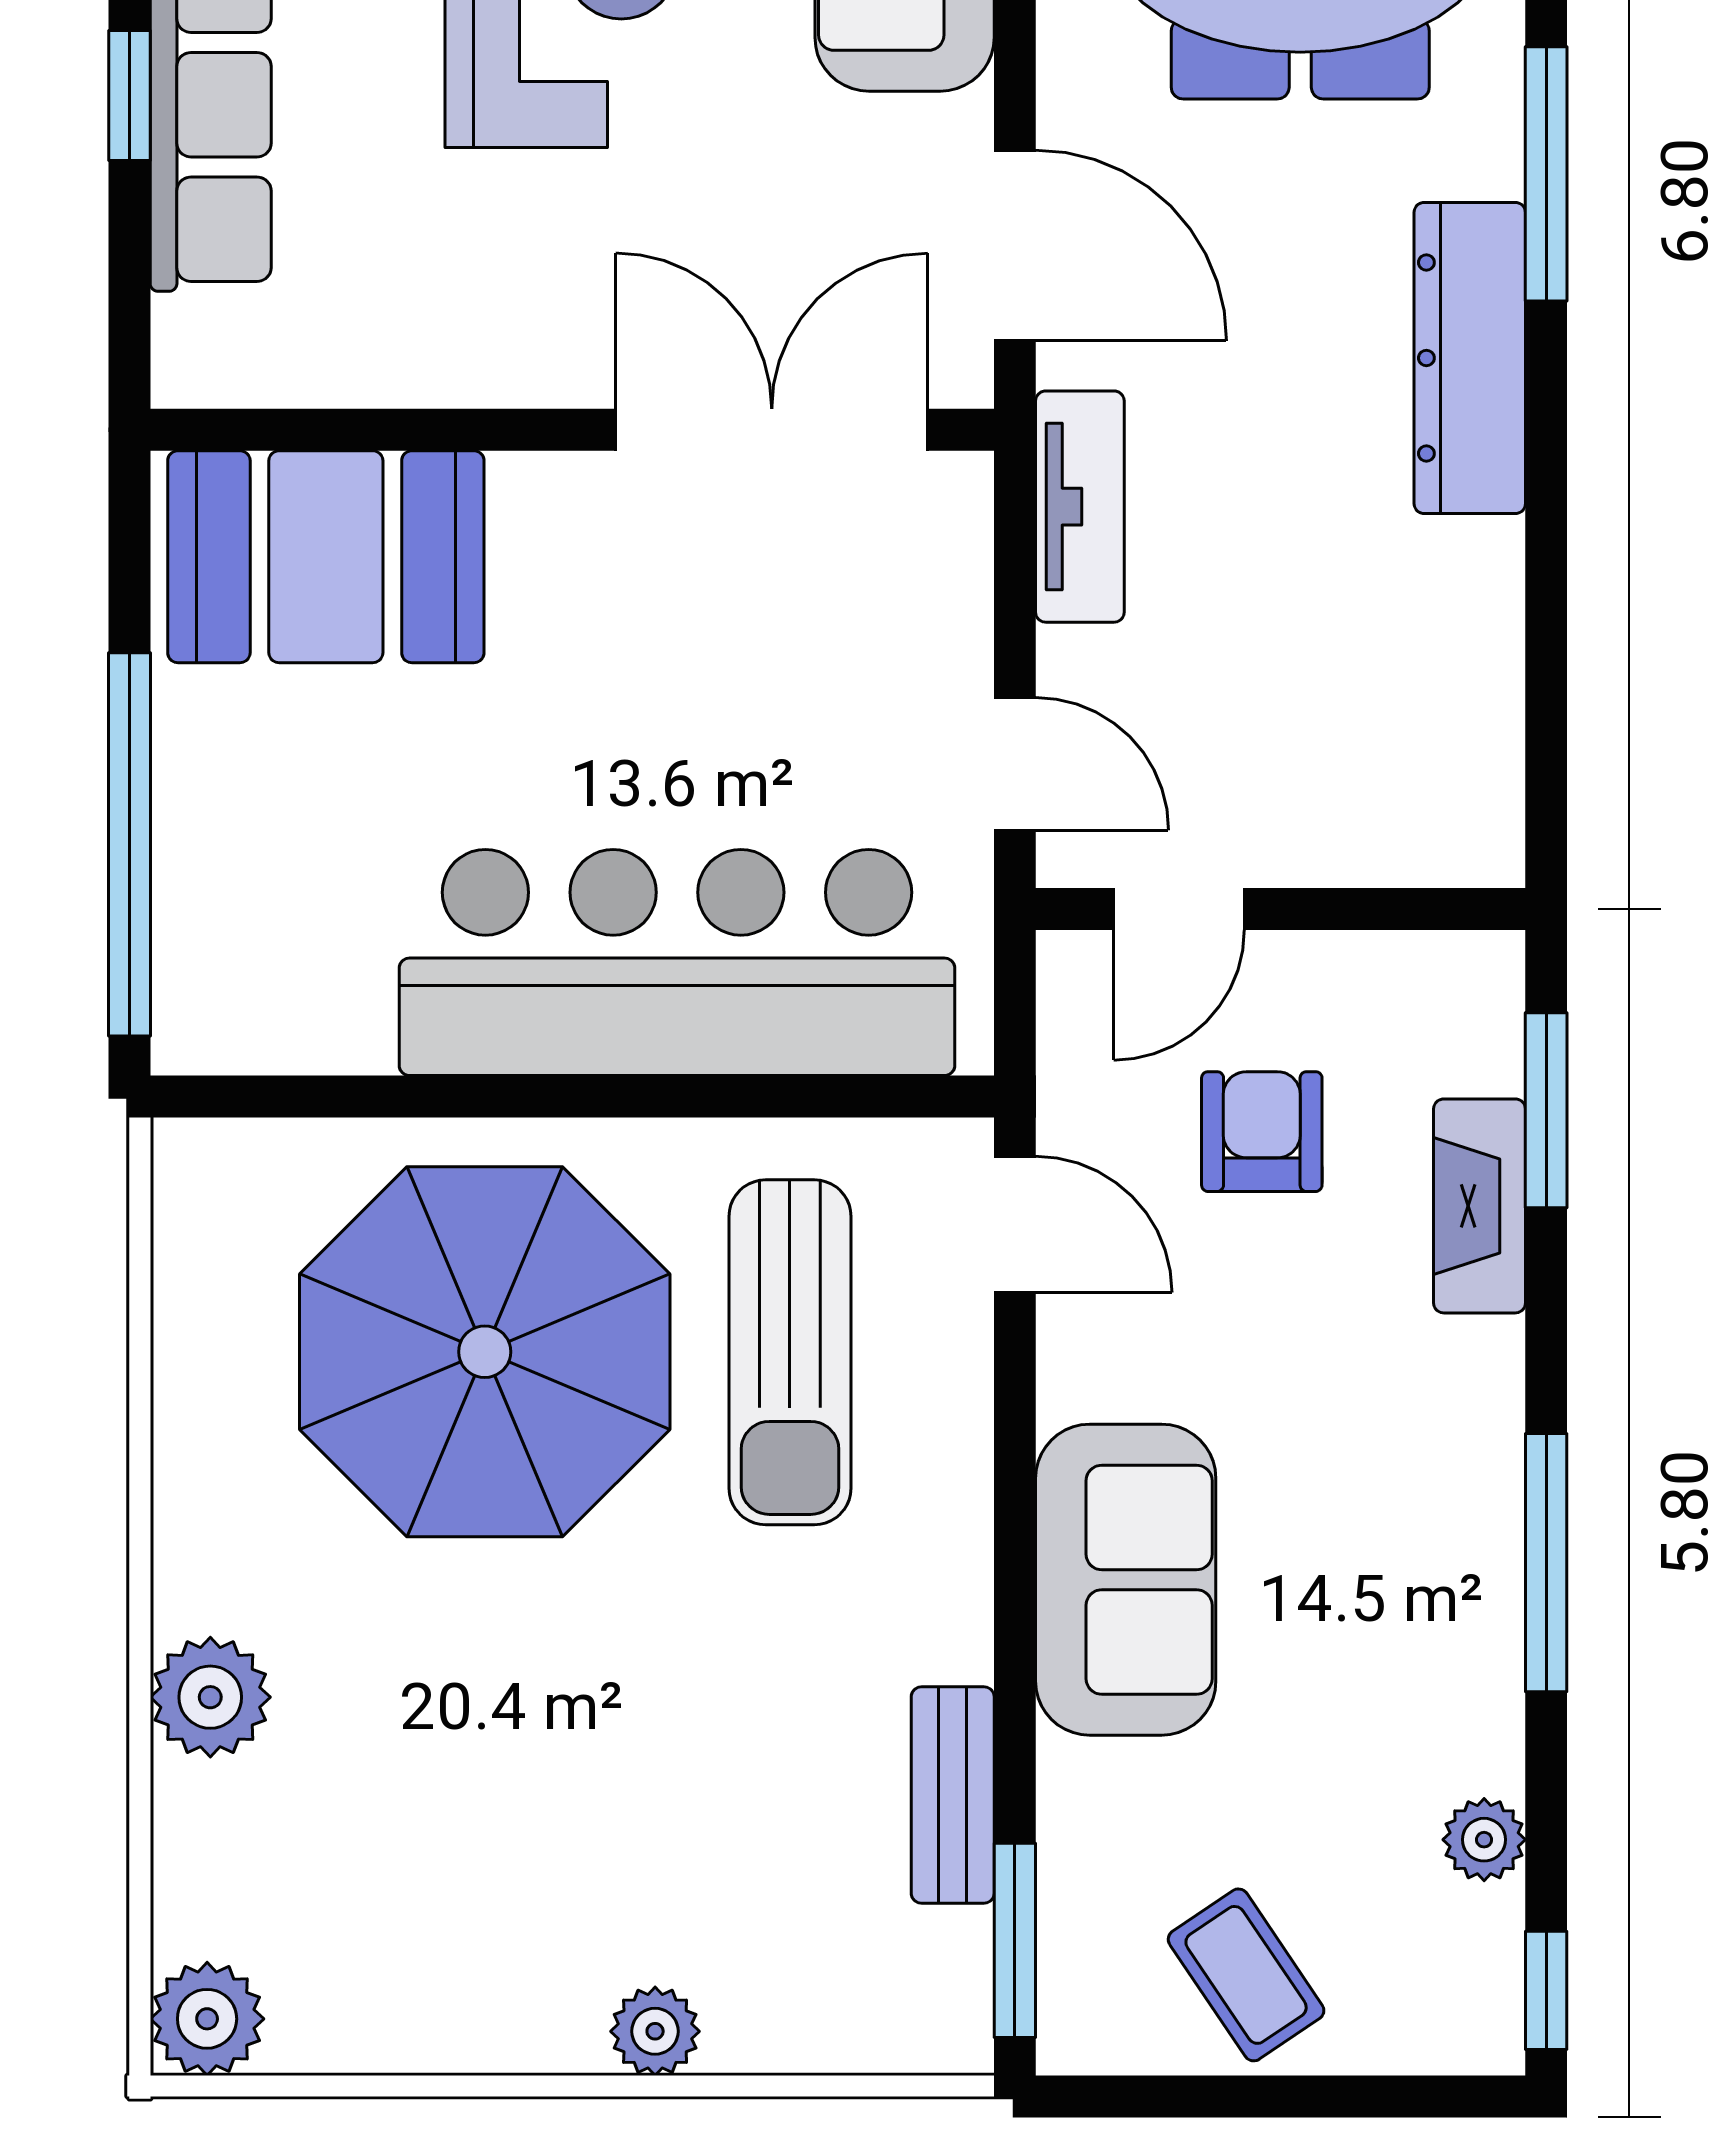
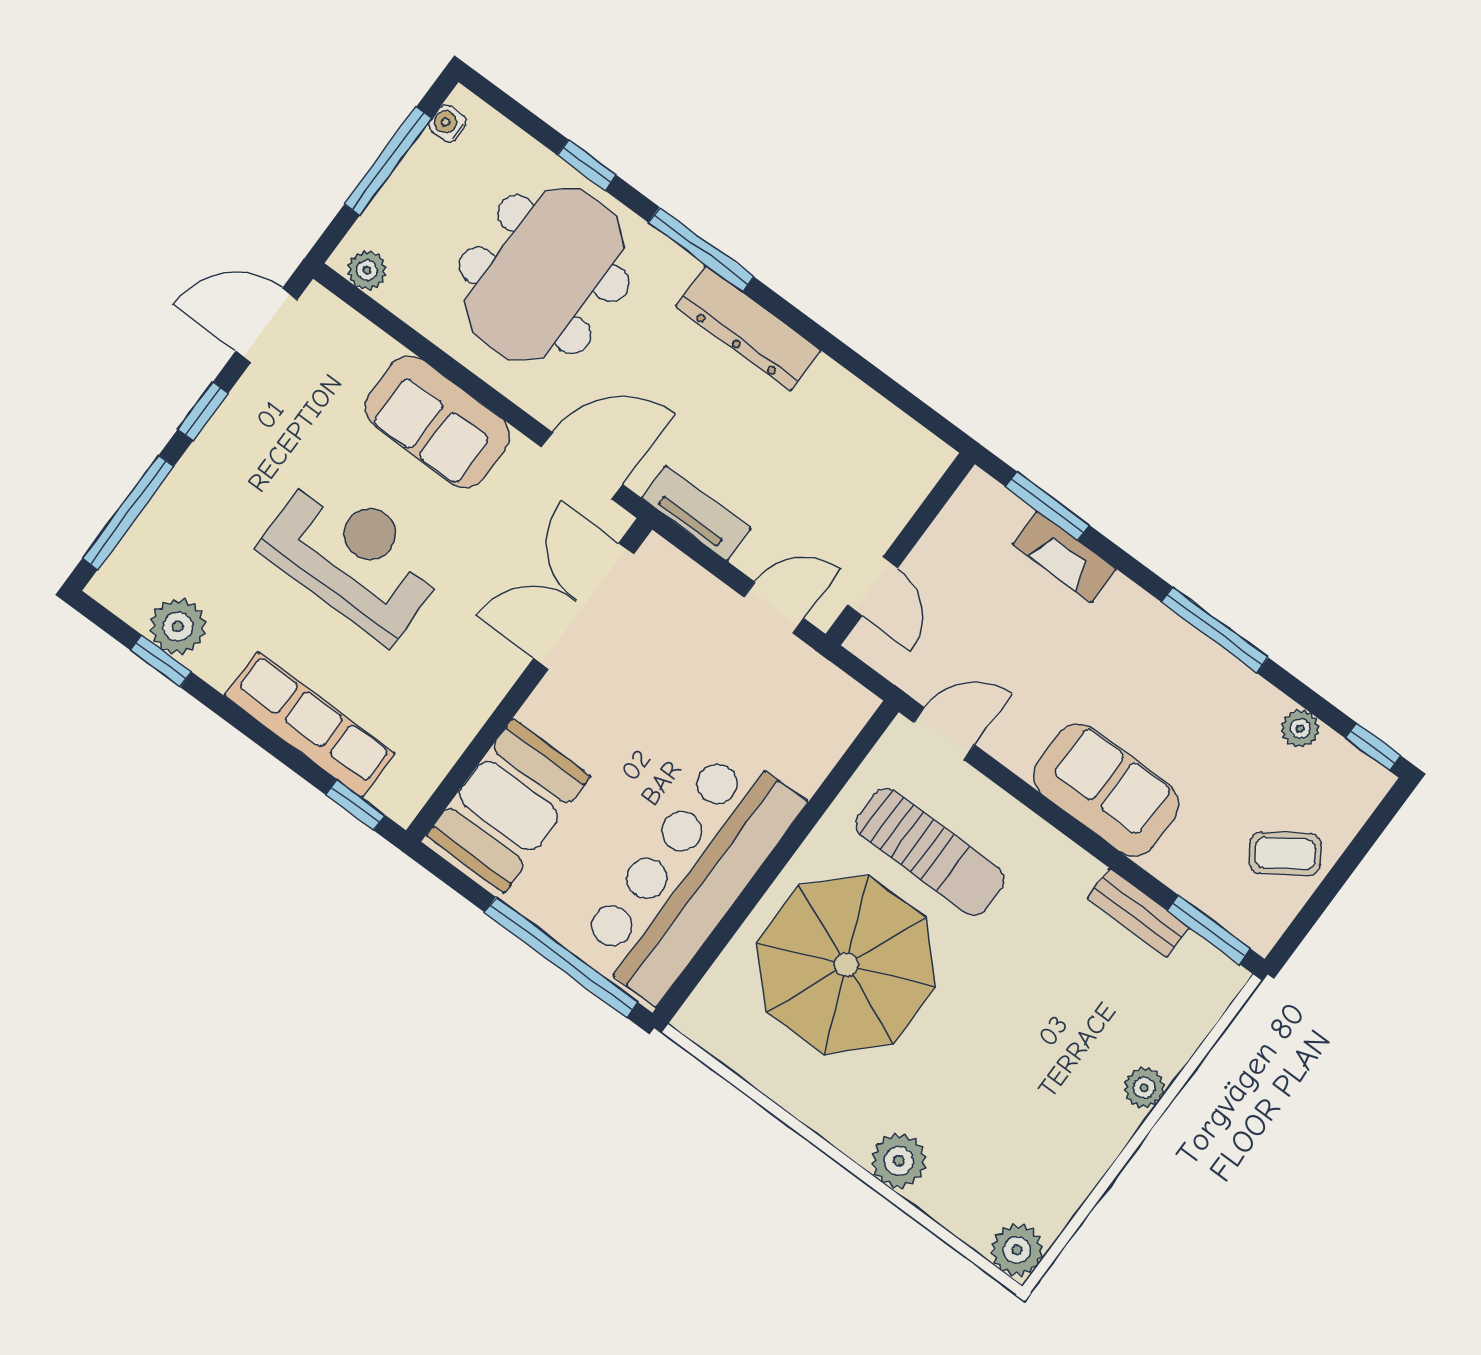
window: (129, 96) -> (355, 805), moved
bar counter: (677, 963) -> (690, 874), moved
armchair: (1262, 1132) -> (977, 617), removed

